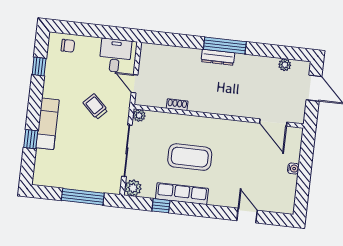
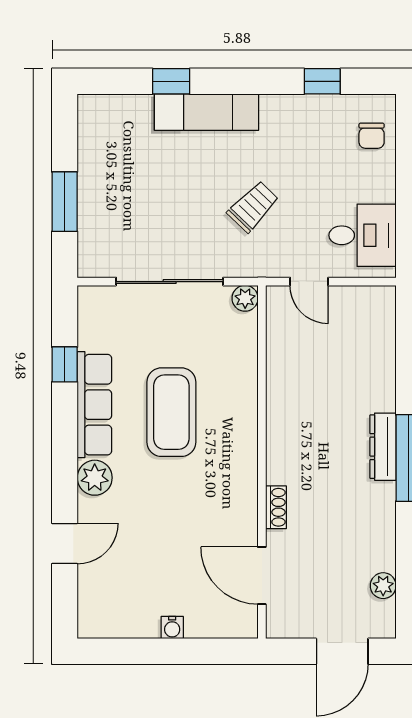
door: (135, 84) -> (309, 282), swing flipped
shoe rack: (177, 105) -> (276, 507), moved
door: (273, 123) -> (262, 576), hinge flipped
plant: (133, 188) -> (95, 478), moved
window: (83, 197) -> (65, 202), width x0.69

